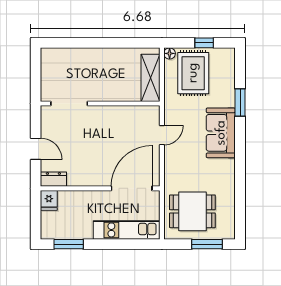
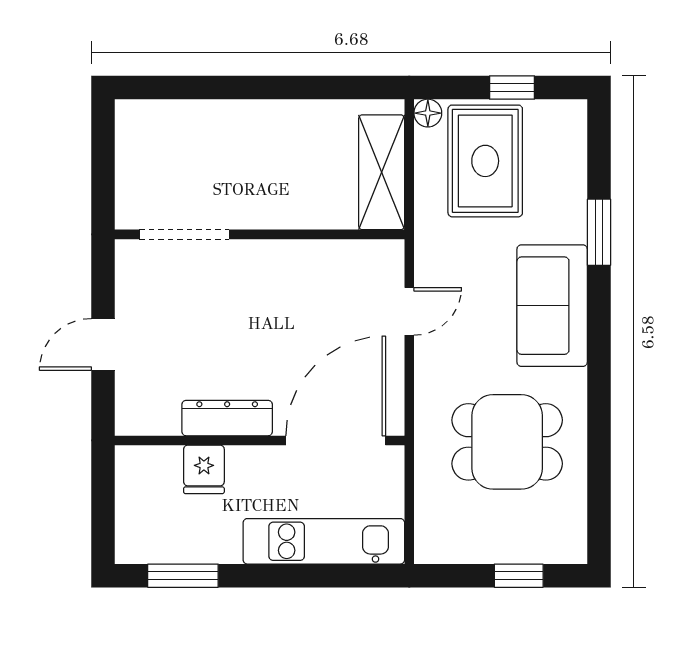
door: (36, 149) -> (103, 344), swing flipped
dresser: (53, 179) -> (227, 418), moved, width x1.44
fridge: (49, 200) -> (204, 469), moved
dining table: (192, 211) -> (507, 442), moved
window: (207, 244) -> (519, 576), width x0.67

